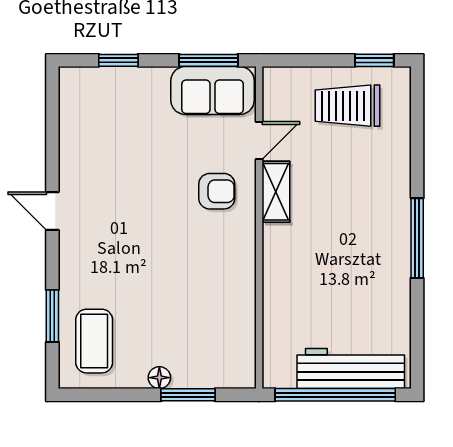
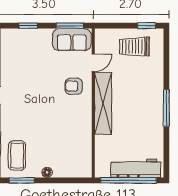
armchair: (217, 191) -> (74, 86), turned 180
shelving: (276, 192) -> (103, 103), width x2.20, depth x1.33
window: (188, 395) -> (22, 180), moved

